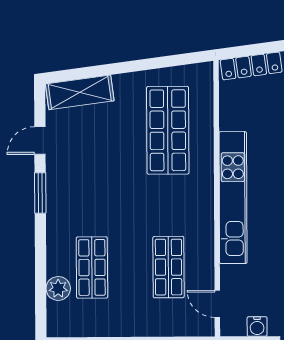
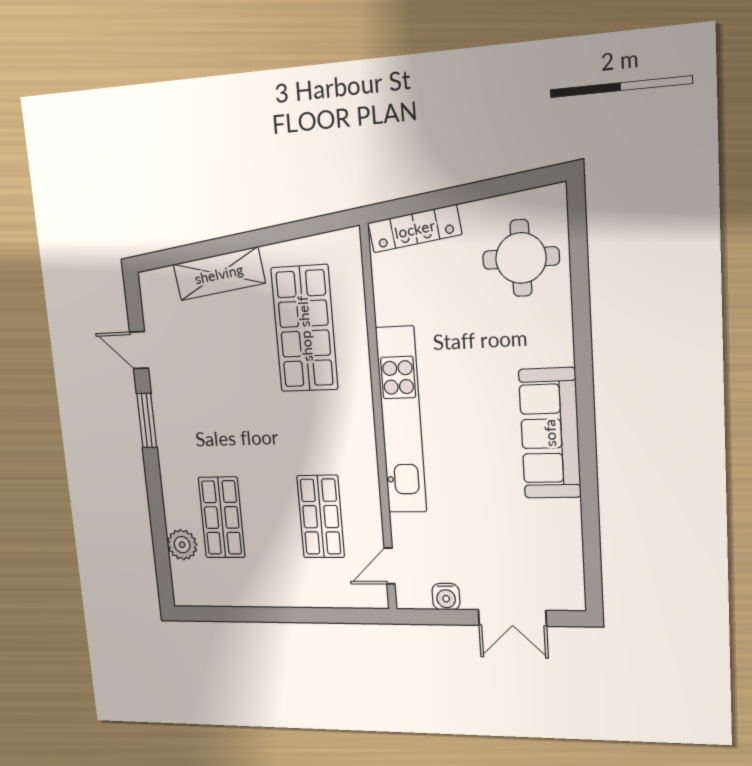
shelving: (80, 92) -> (219, 274), moved
door: (40, 141) -> (139, 350), hinge flipped
door: (217, 304) -> (390, 566), hinge flipped

